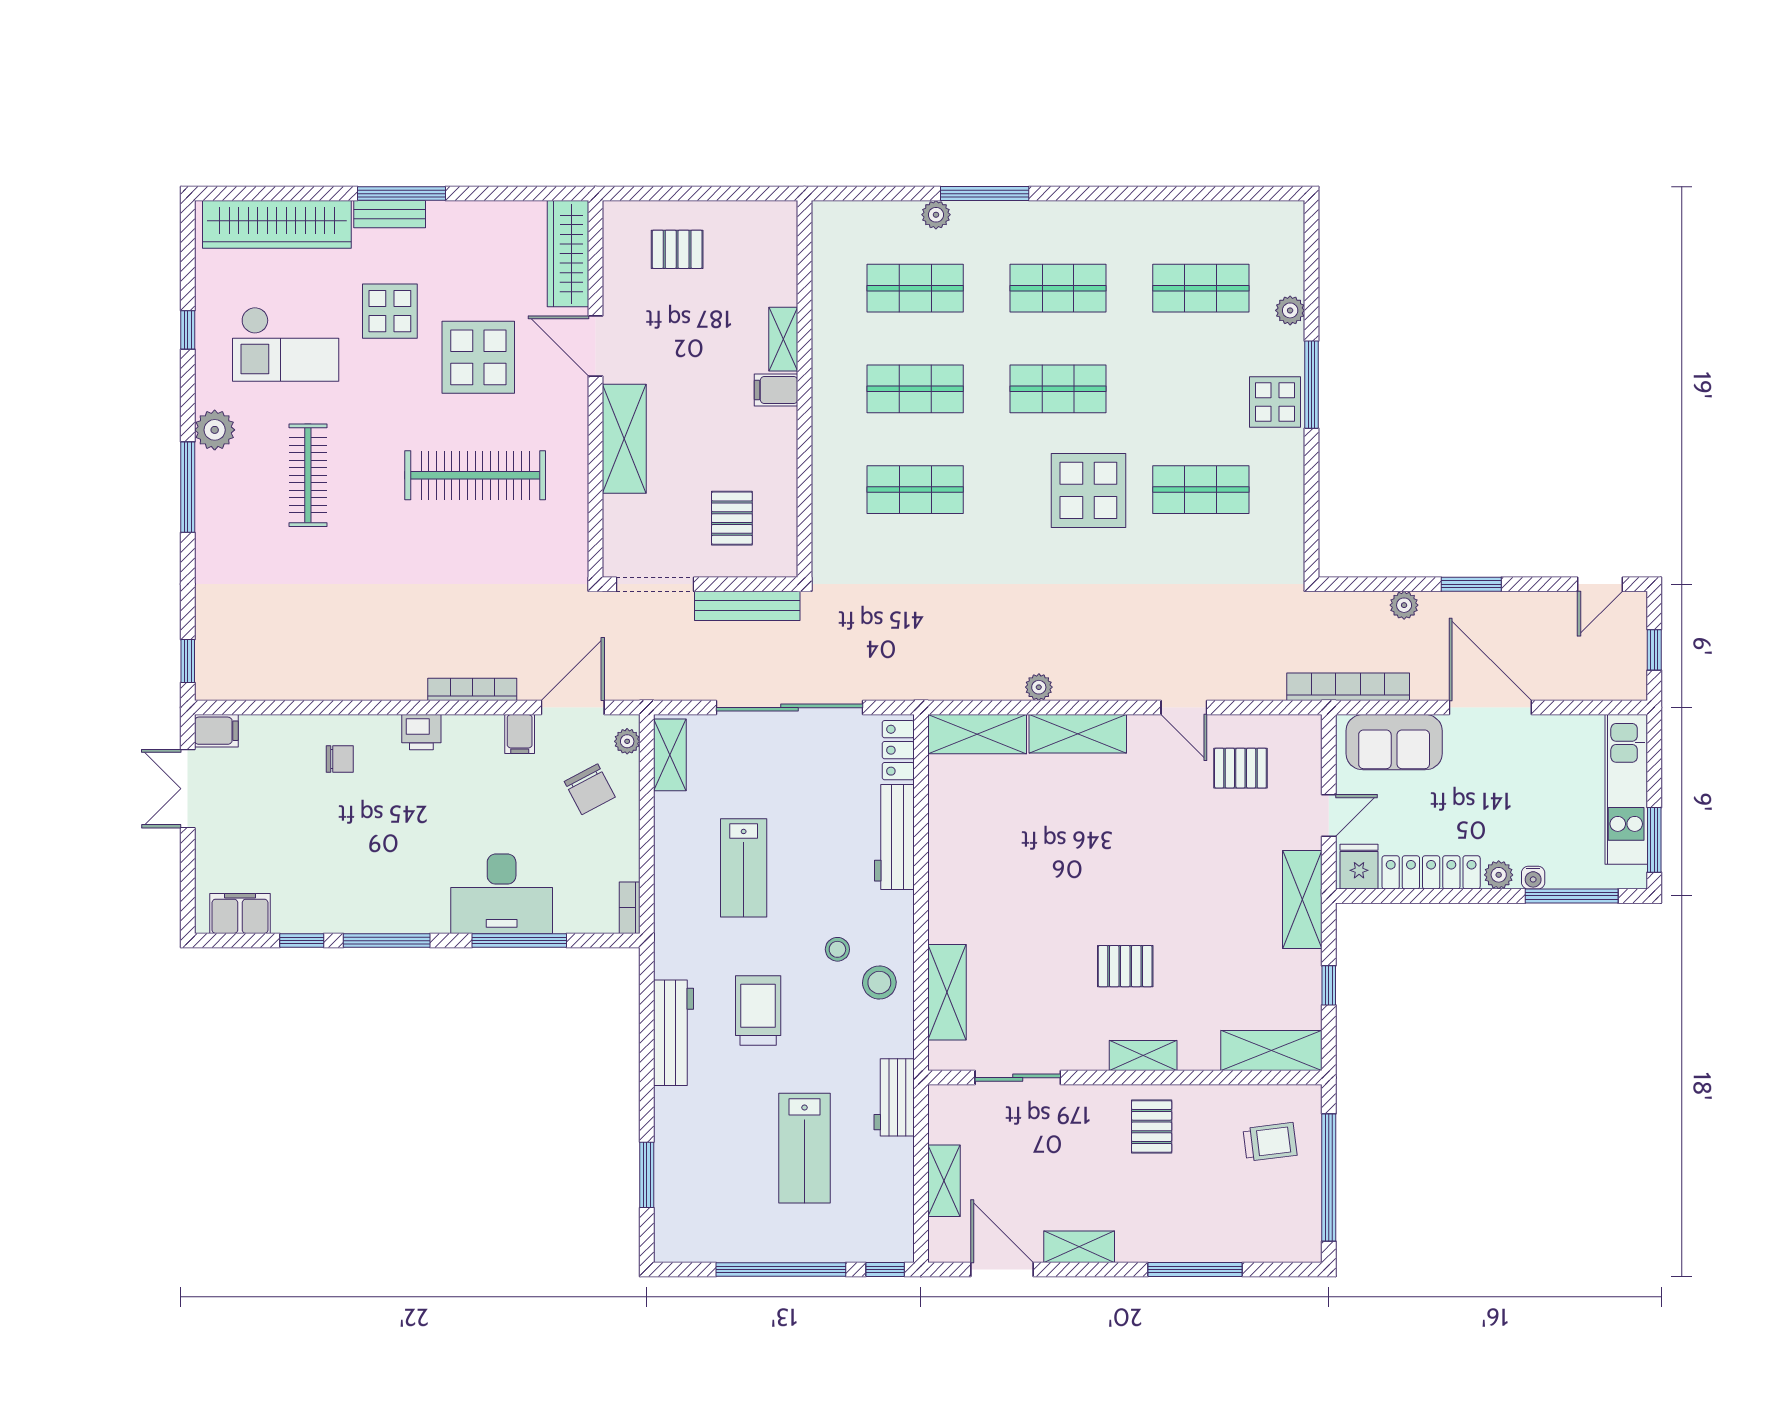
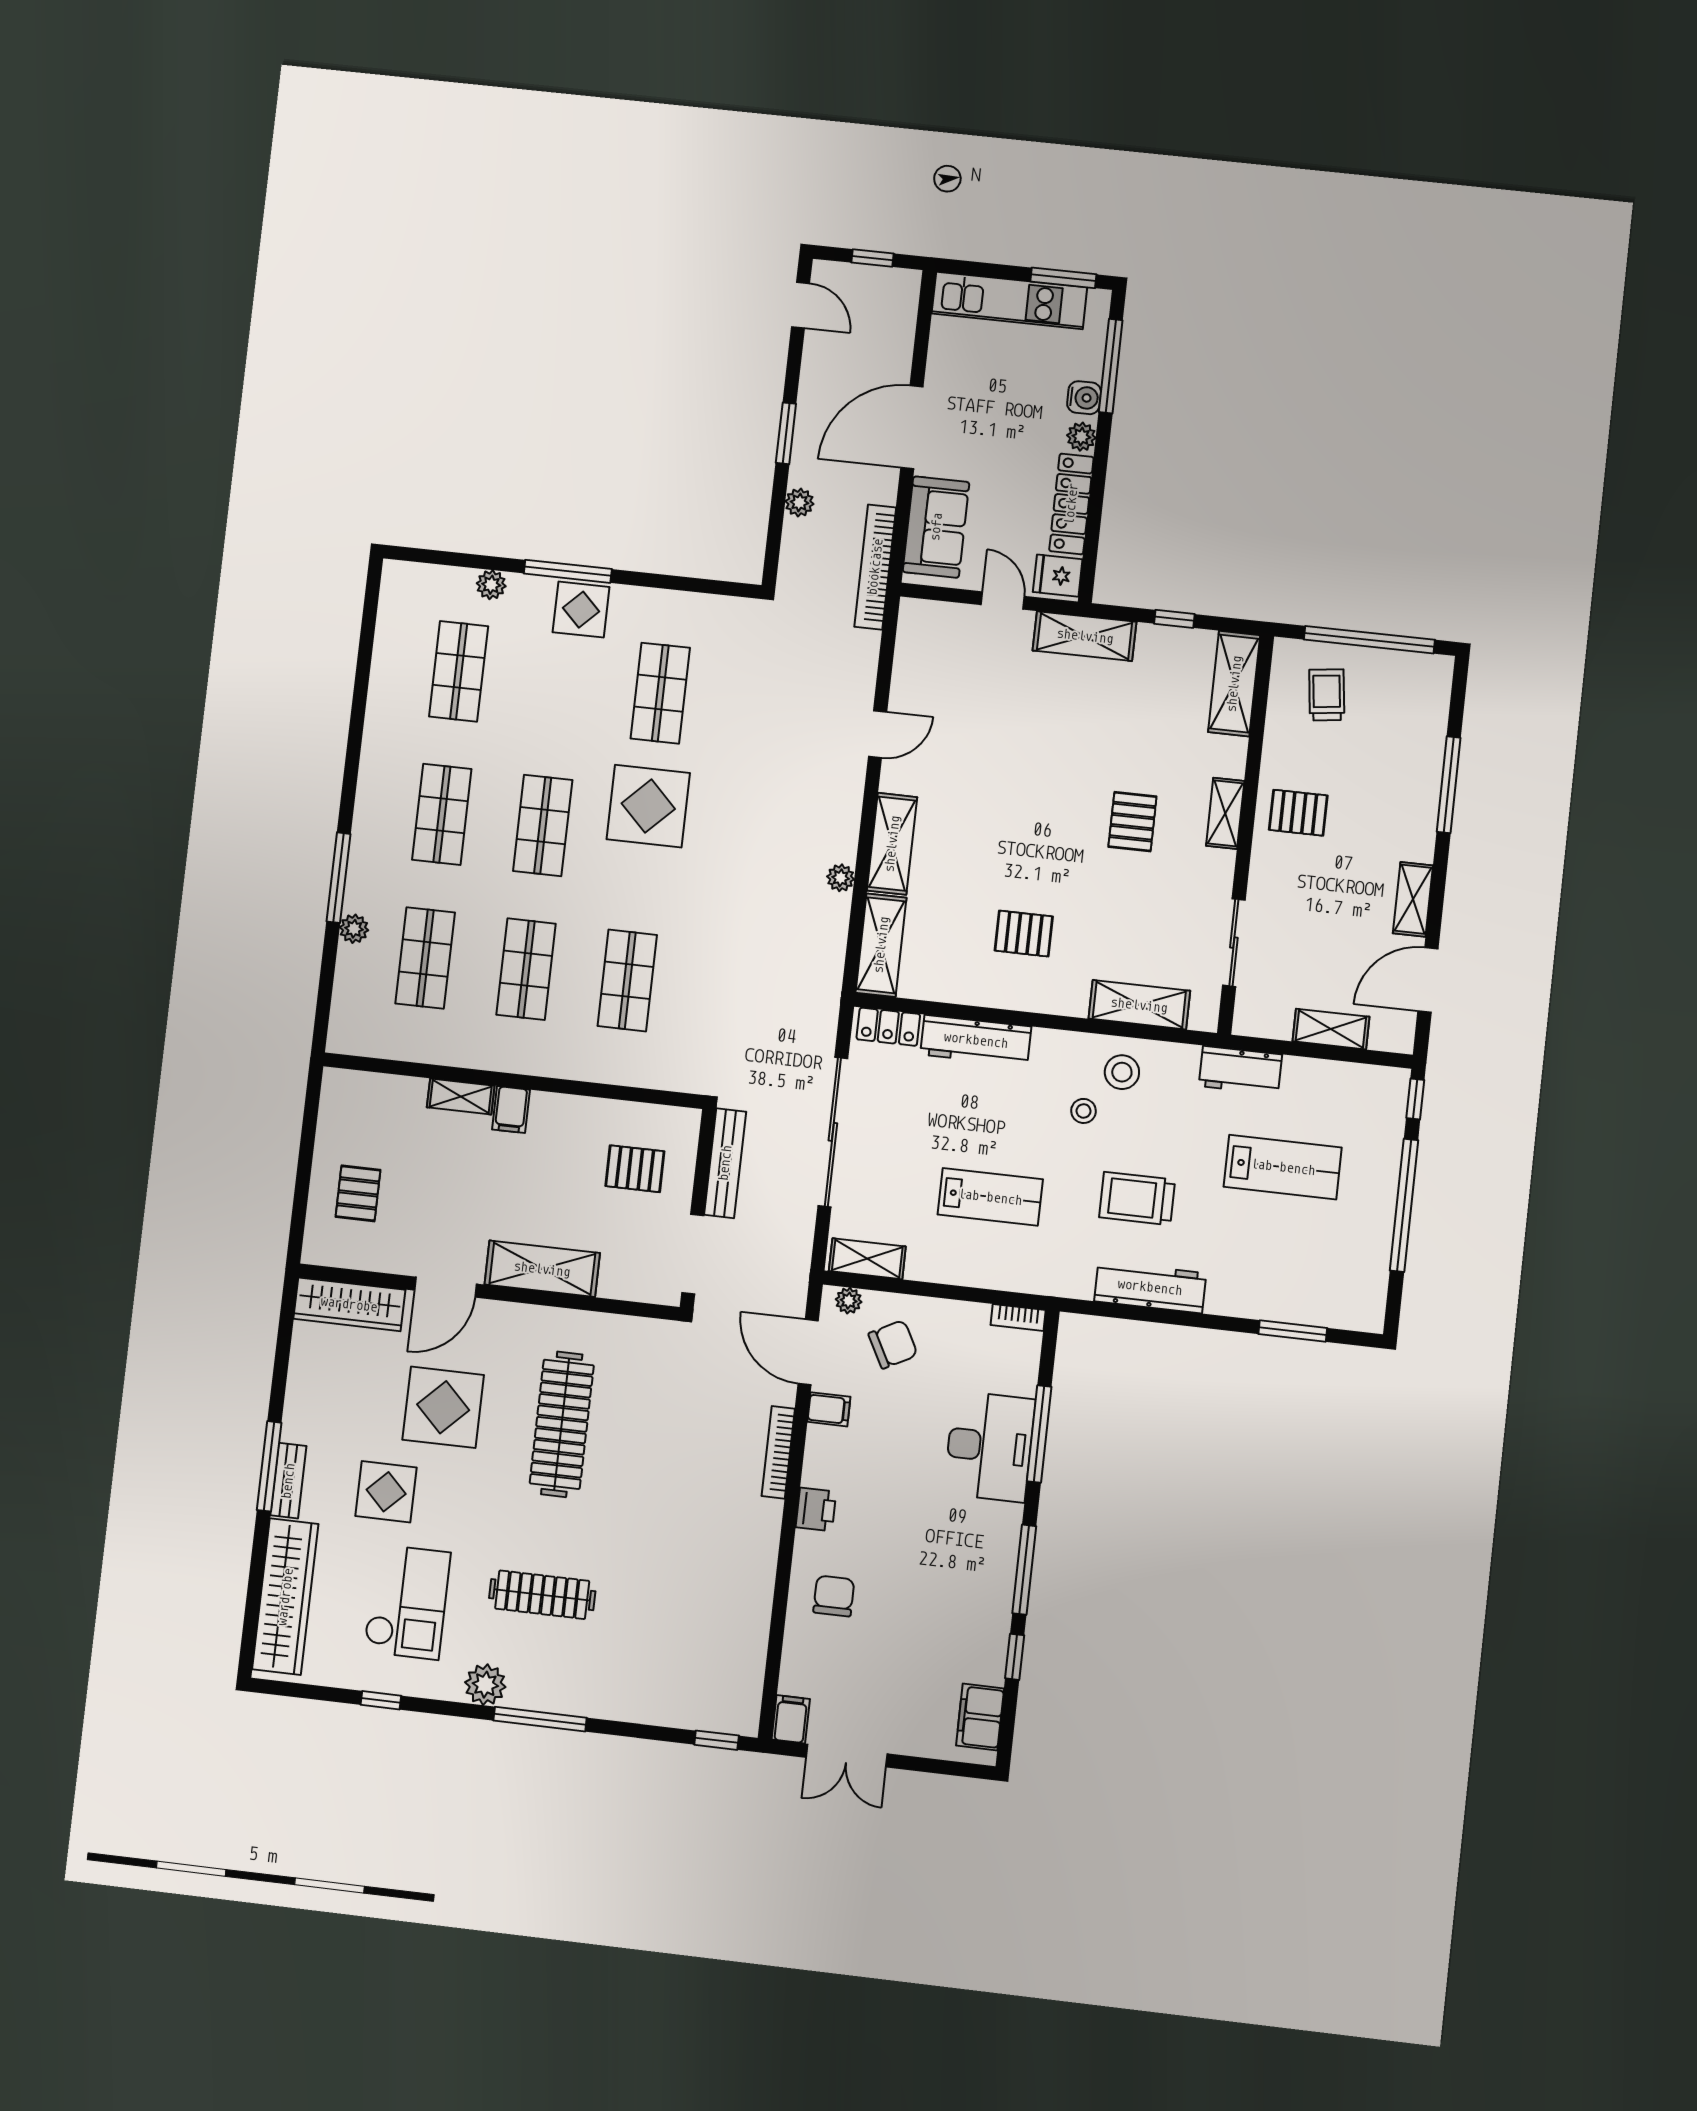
chair: (340, 759) -> (834, 1596), width x1.37, depth x1.37
pallet: (1240, 768) -> (1024, 934), moved, turned 90
water cooler: (1533, 878) -> (1084, 398), width x1.38, depth x1.38

